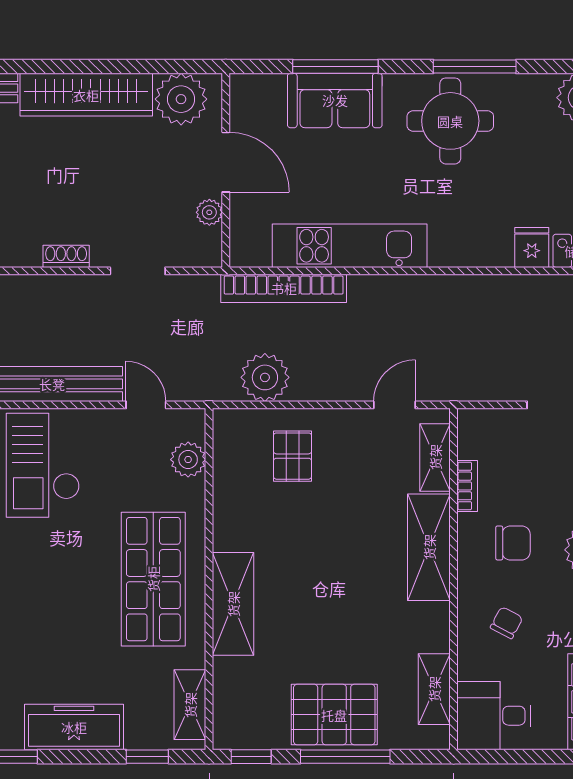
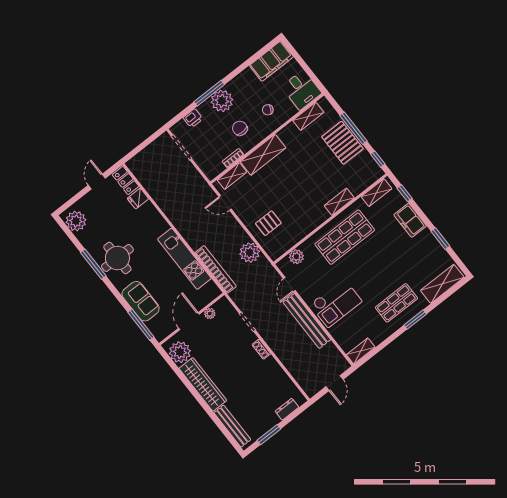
window: (335, 67) -> (141, 325), moved
shelving: (233, 604) -> (339, 202), width x0.67, depth x0.75
freezer: (74, 727) -> (410, 220), width x0.71

